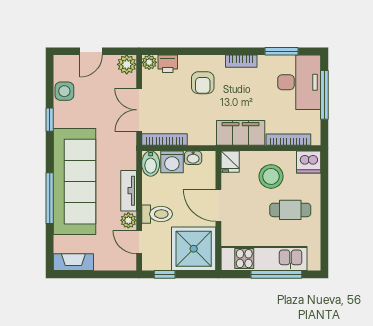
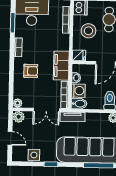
printer: (168, 64) -> (19, 92), removed
filing cabinet: (241, 133) -> (61, 66), moved
tv unit: (129, 191) -> (73, 117), moved

